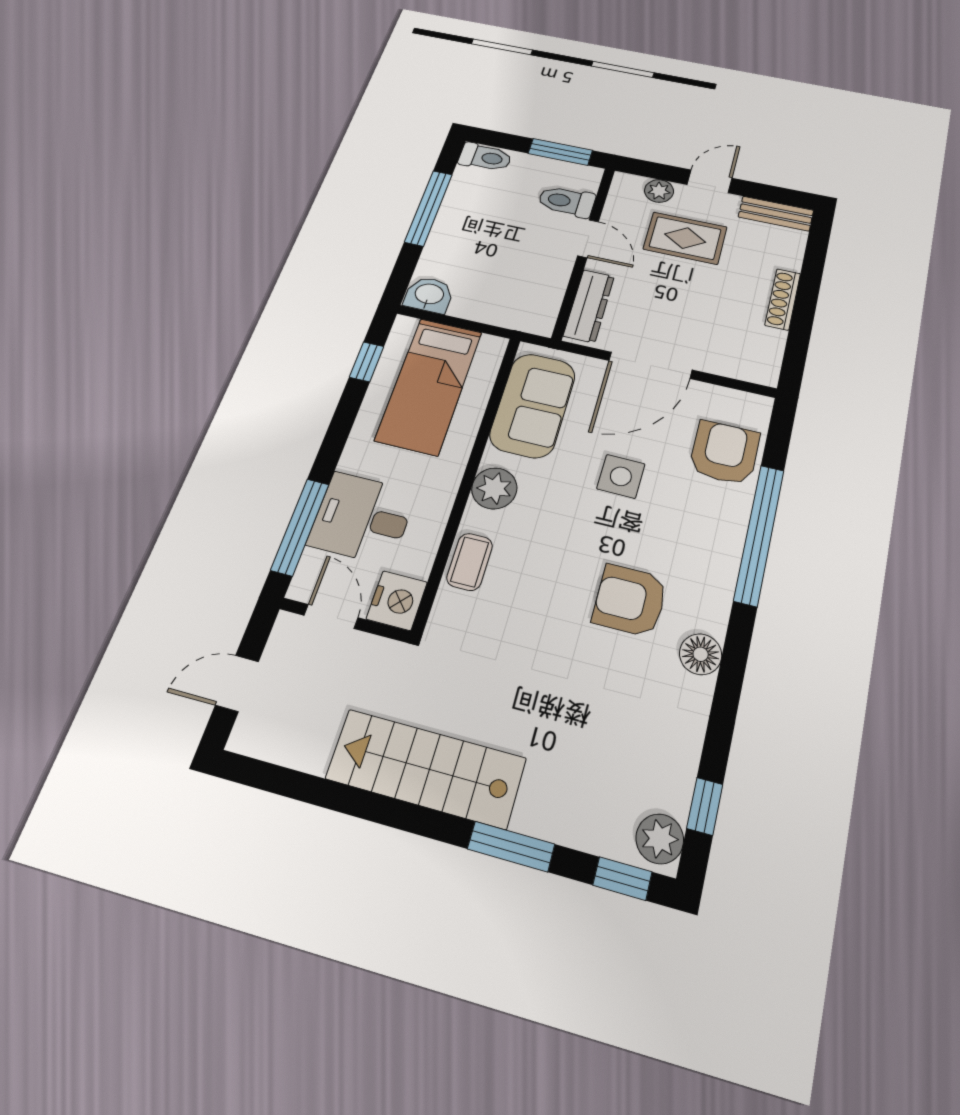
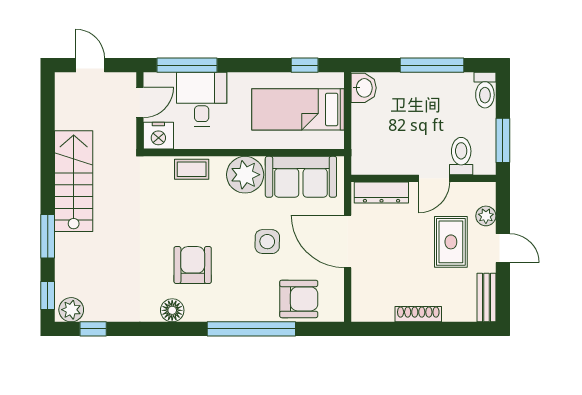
plant: (494, 488) -> (245, 175), width x1.36, depth x1.36

